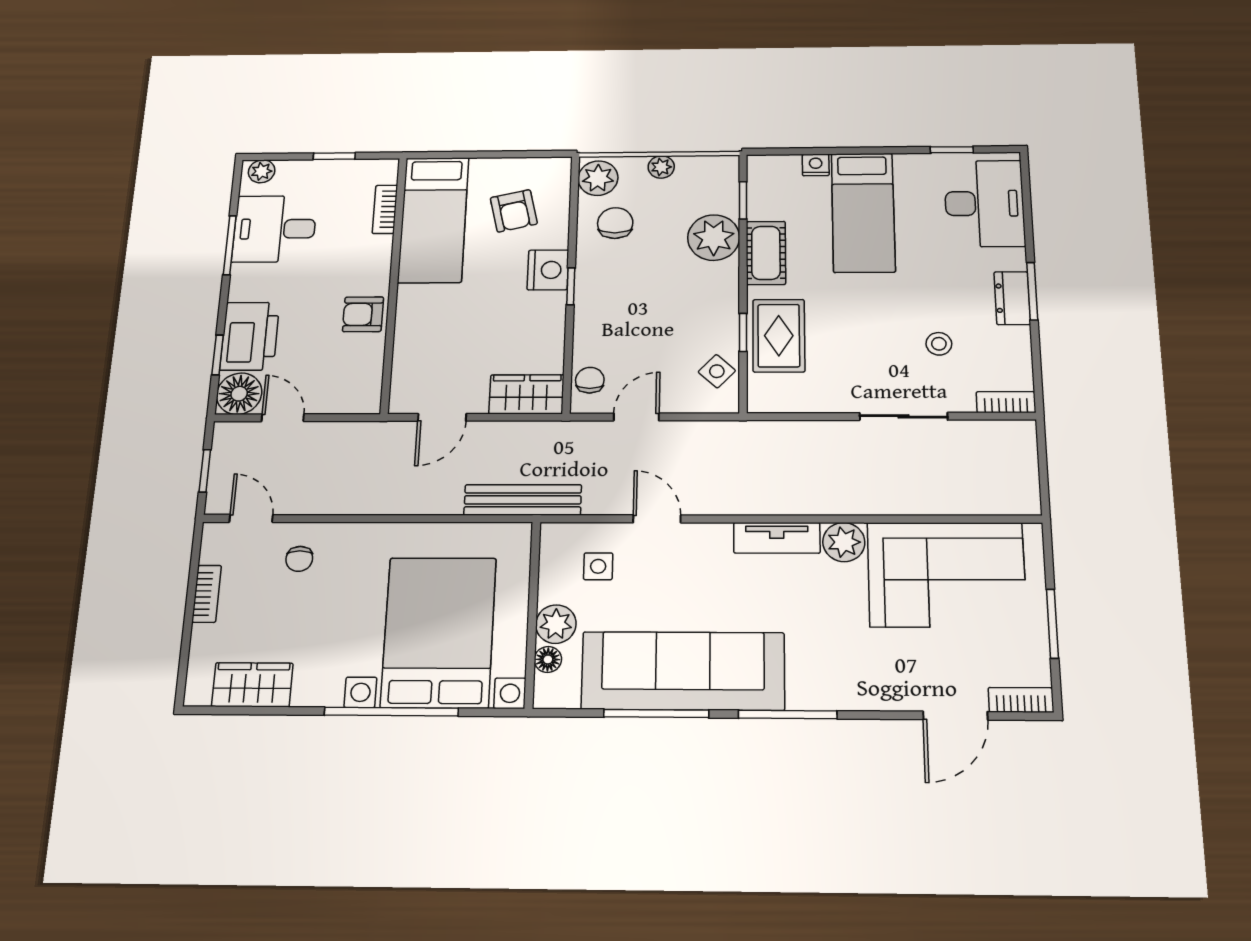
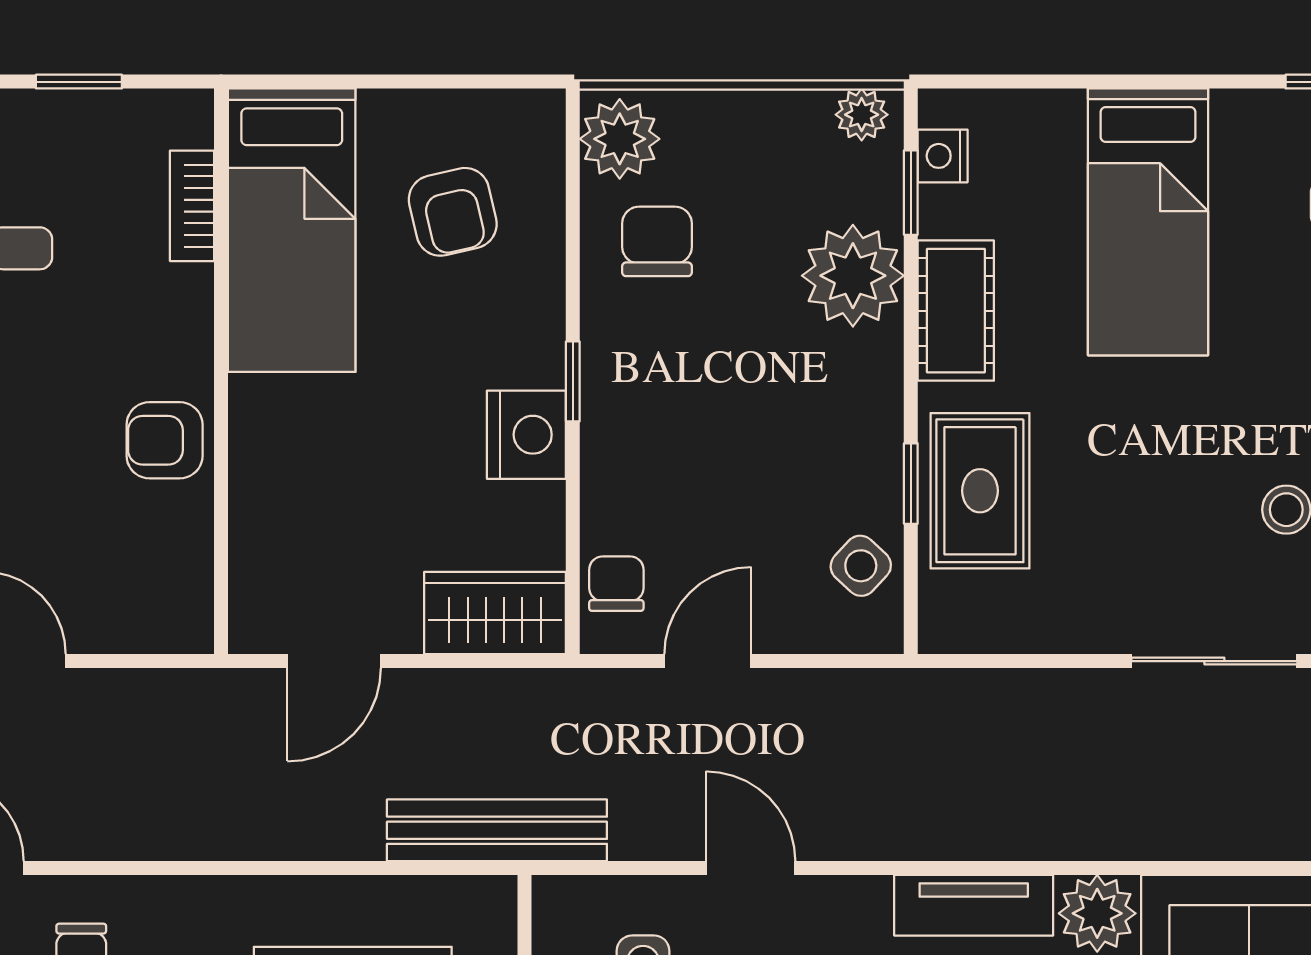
nightstand: (816, 165) -> (943, 156), moved, turned -90
plant: (661, 167) -> (862, 115), moved
nightstand: (548, 270) -> (526, 435), moved

